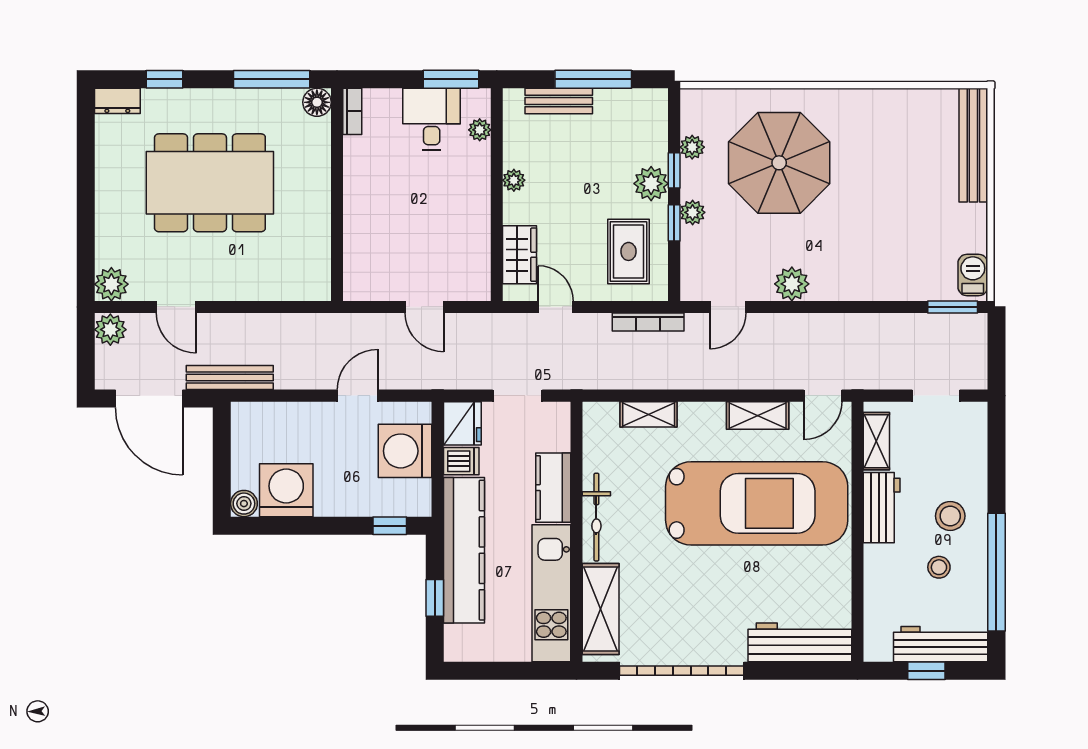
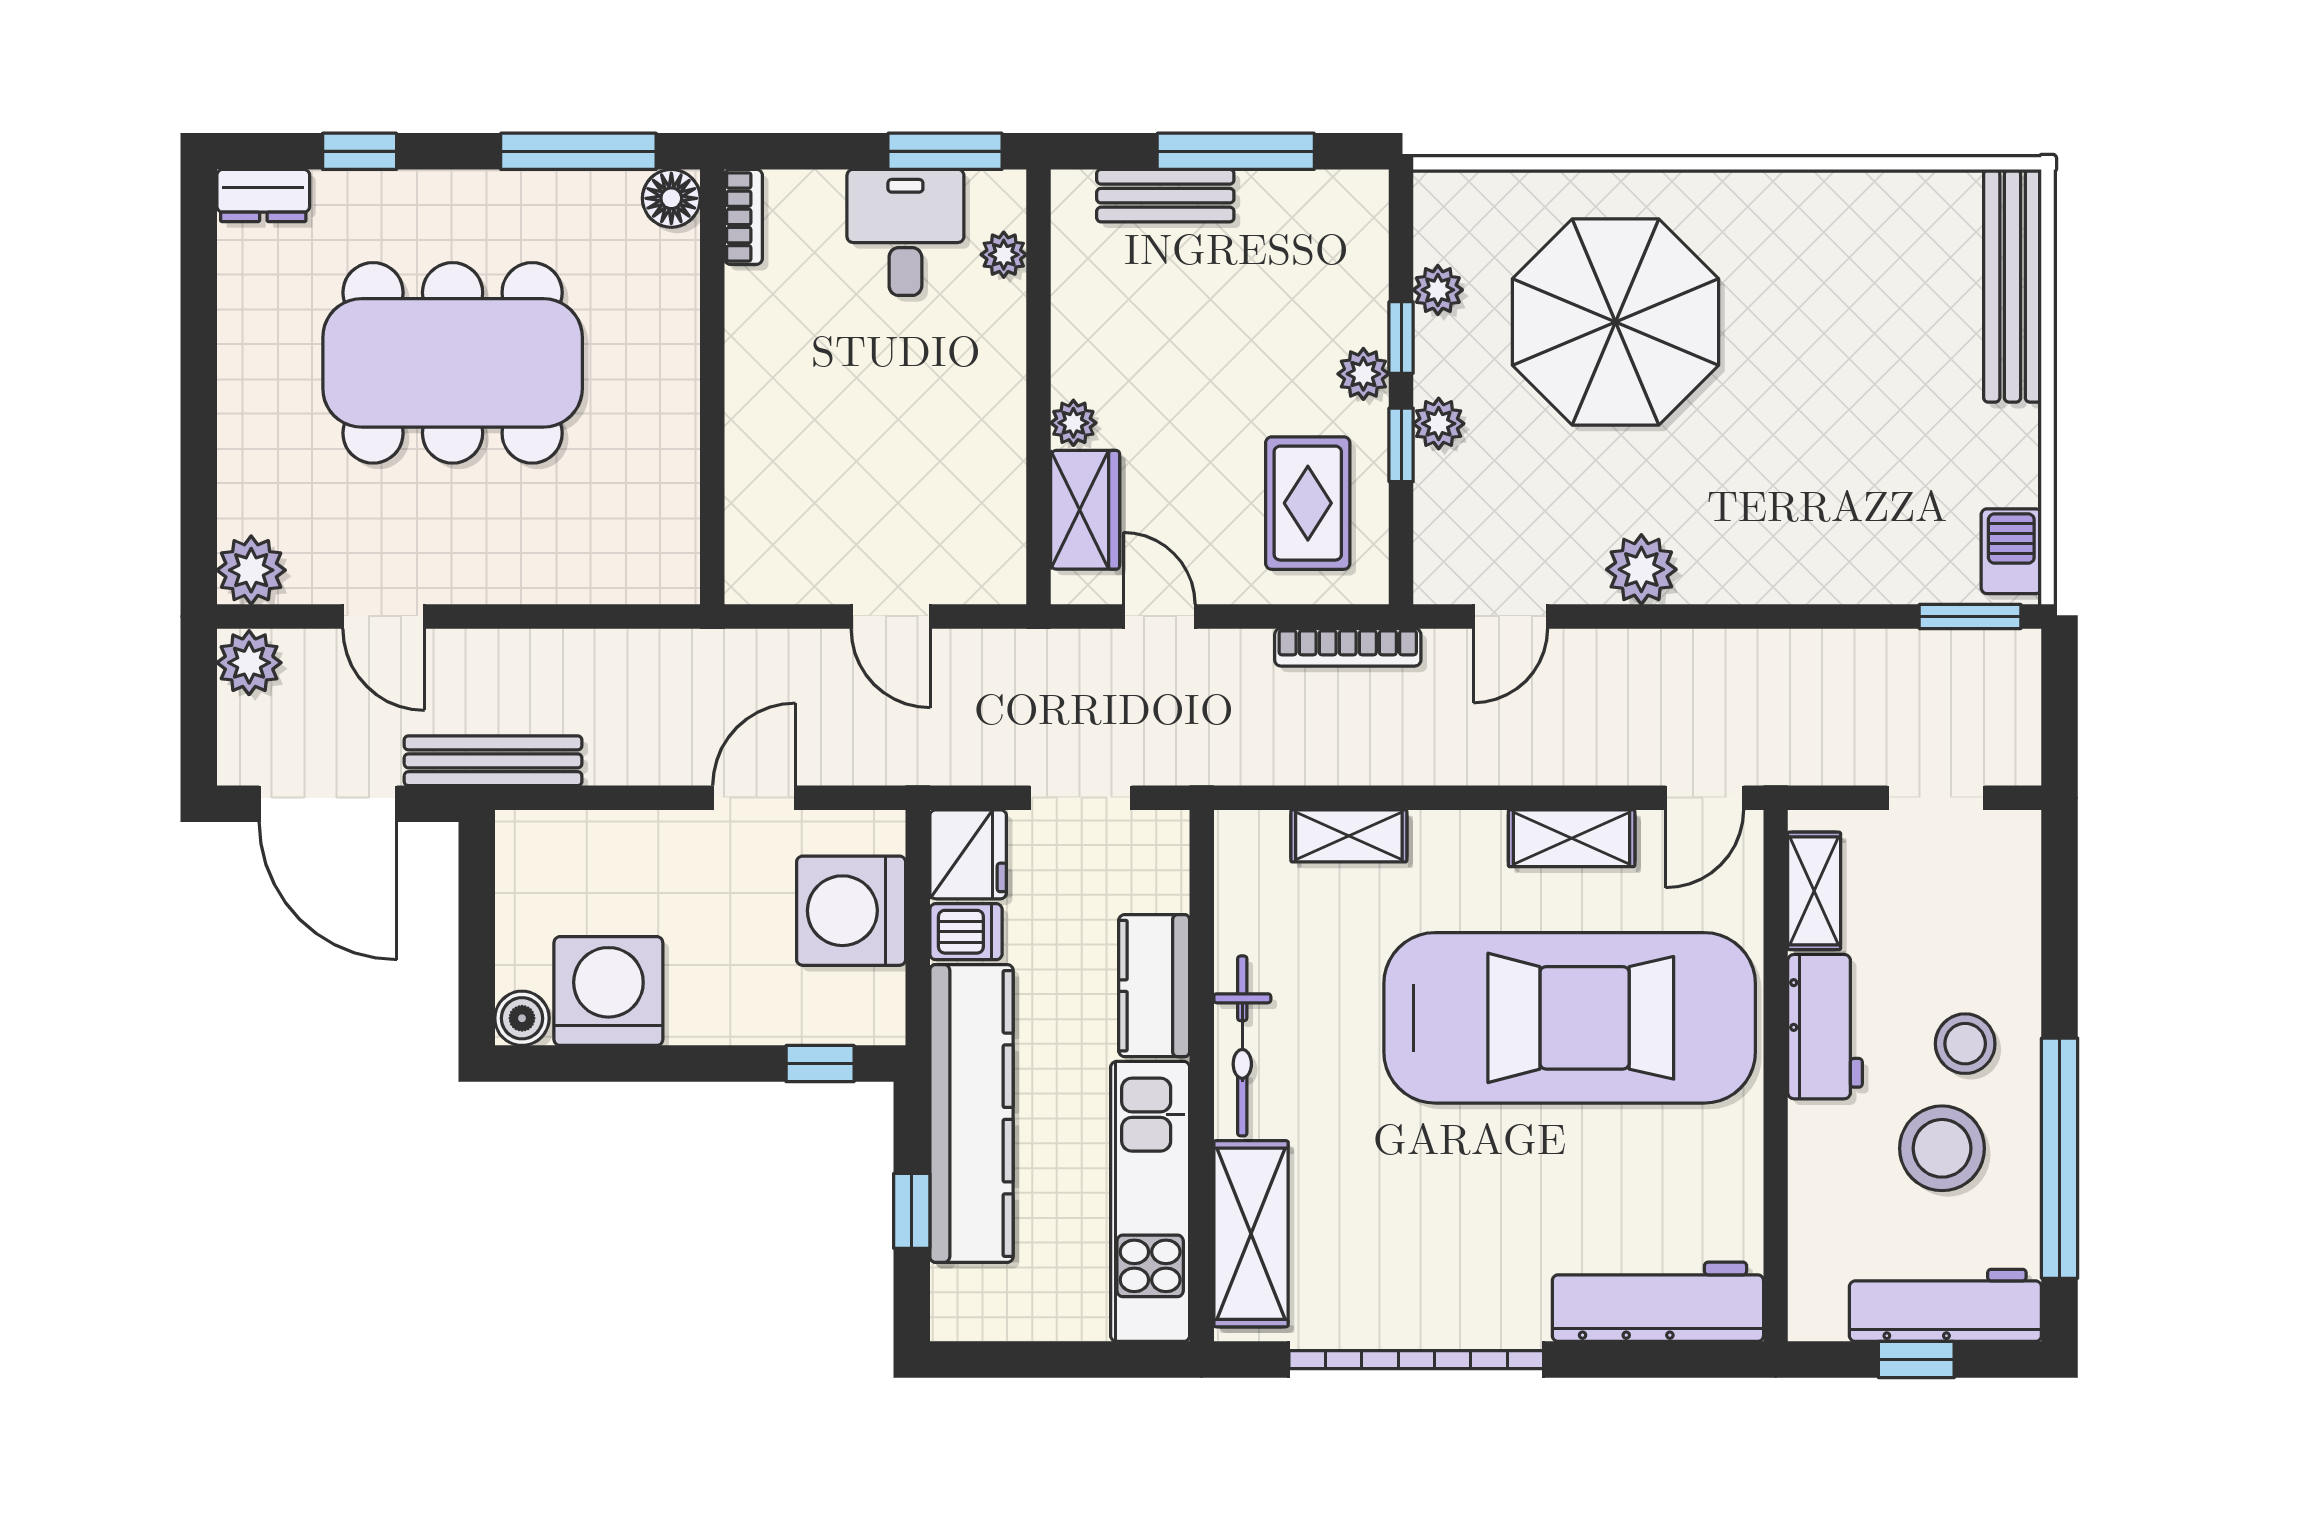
plant: (514, 180) -> (1073, 423), moved
plant: (651, 184) -> (1363, 374), width x0.73, depth x0.73
stool: (939, 567) -> (1942, 1148), width x1.89, depth x1.89

